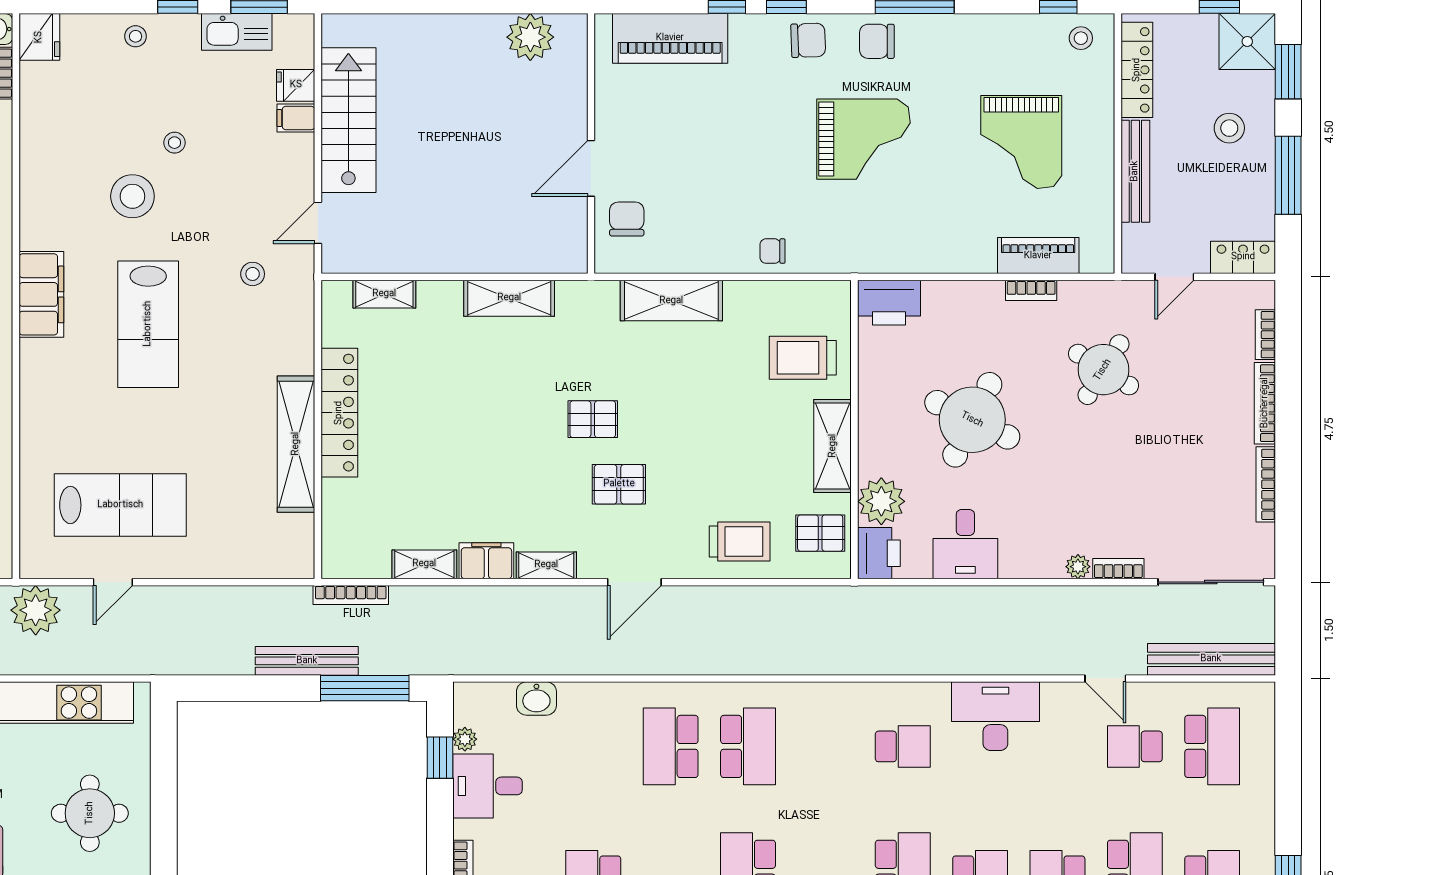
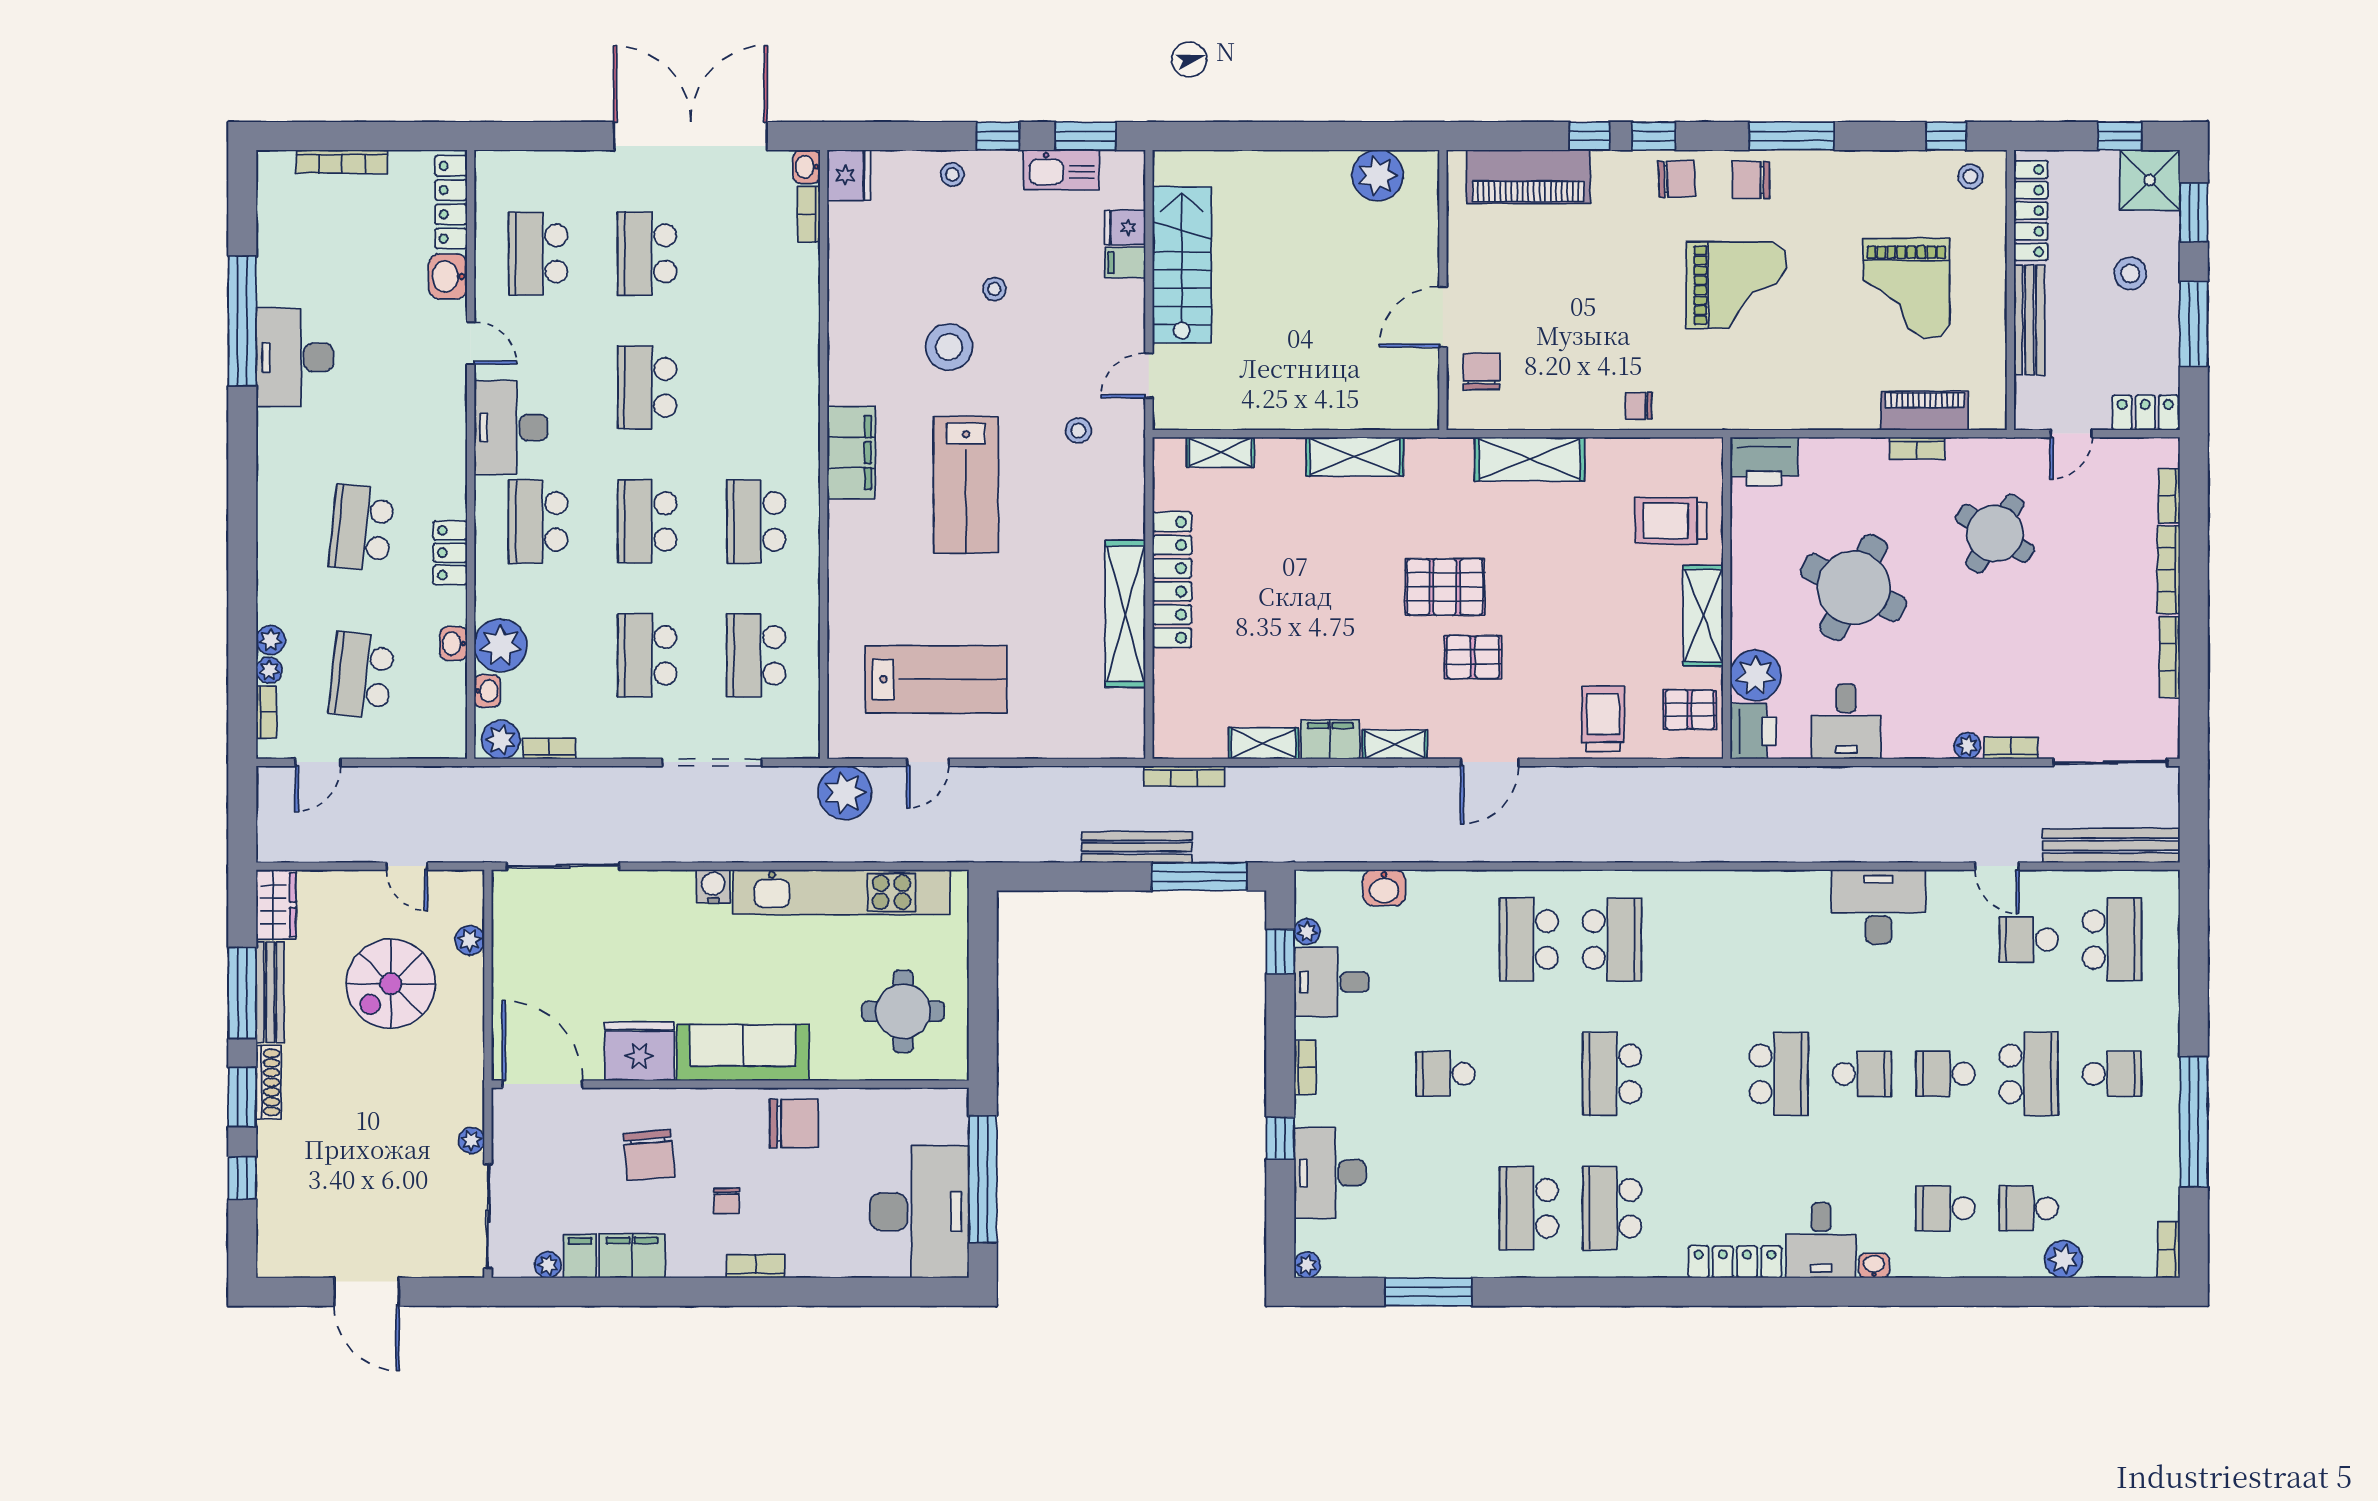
pallet: (593, 419) -> (1445, 587), width x1.50, depth x1.42
trolley: (740, 541) -> (1603, 719), turned -90
school desk: (903, 746) -> (1779, 939), removed

